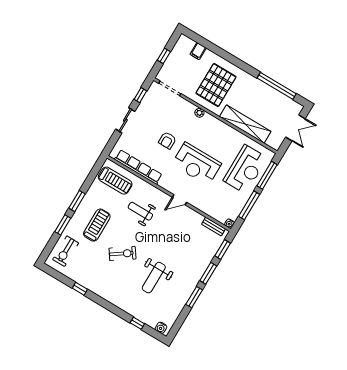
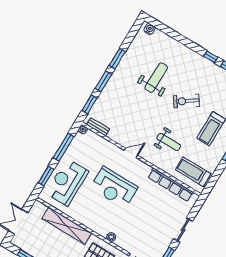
armchair: (167, 140) -> (142, 210), removed
reception desk: (197, 164) -> (114, 188), turned 180
window: (267, 175) -> (46, 176), width x0.69
window: (137, 323) -> (211, 57), moved

